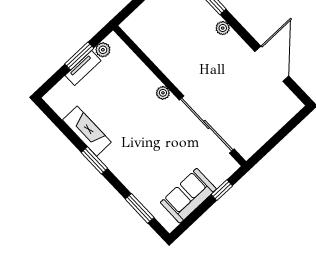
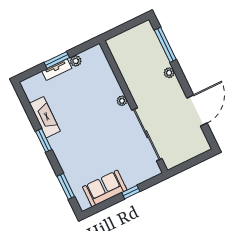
plant: (163, 93) -> (122, 101), moved
wall: (180, 96) -> (134, 107), moved
sliding door: (207, 125) -> (147, 134), moved

